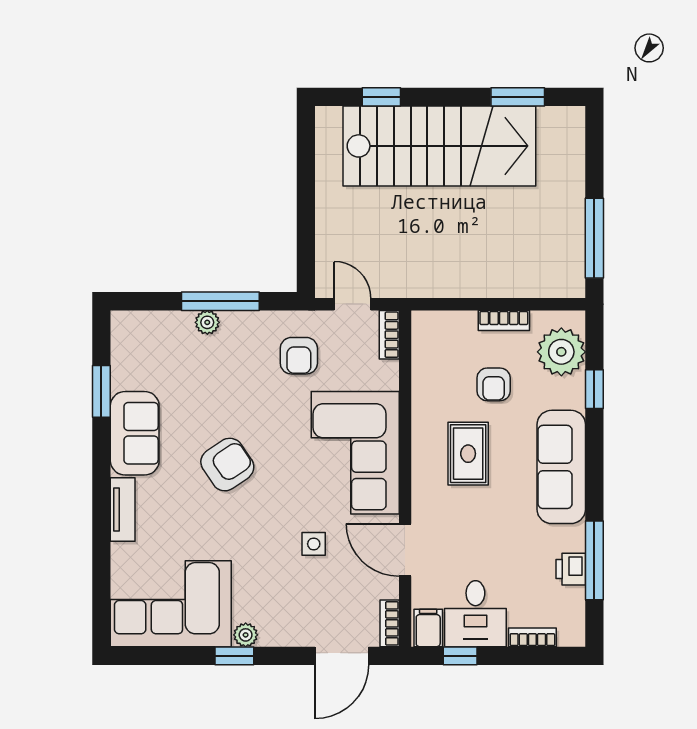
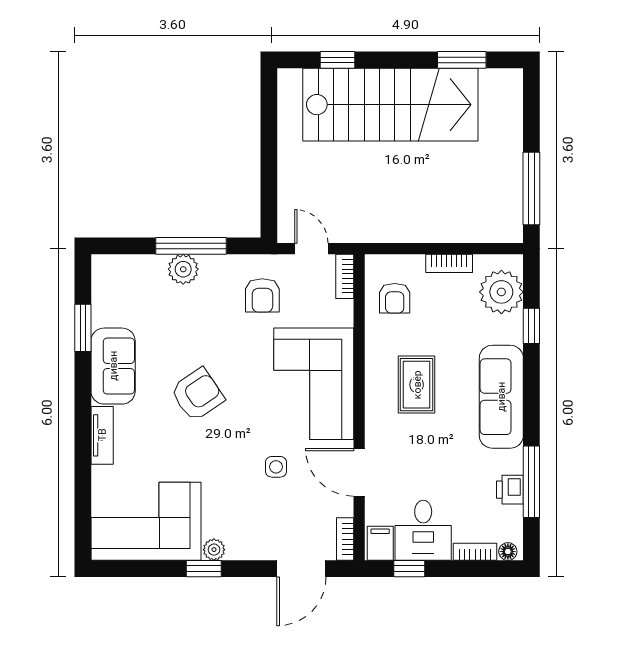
plant: (207, 322) -> (183, 269), width x1.38, depth x1.38
armchair: (494, 384) -> (395, 298), moved
floor lamp: (568, 637) -> (508, 552), added

